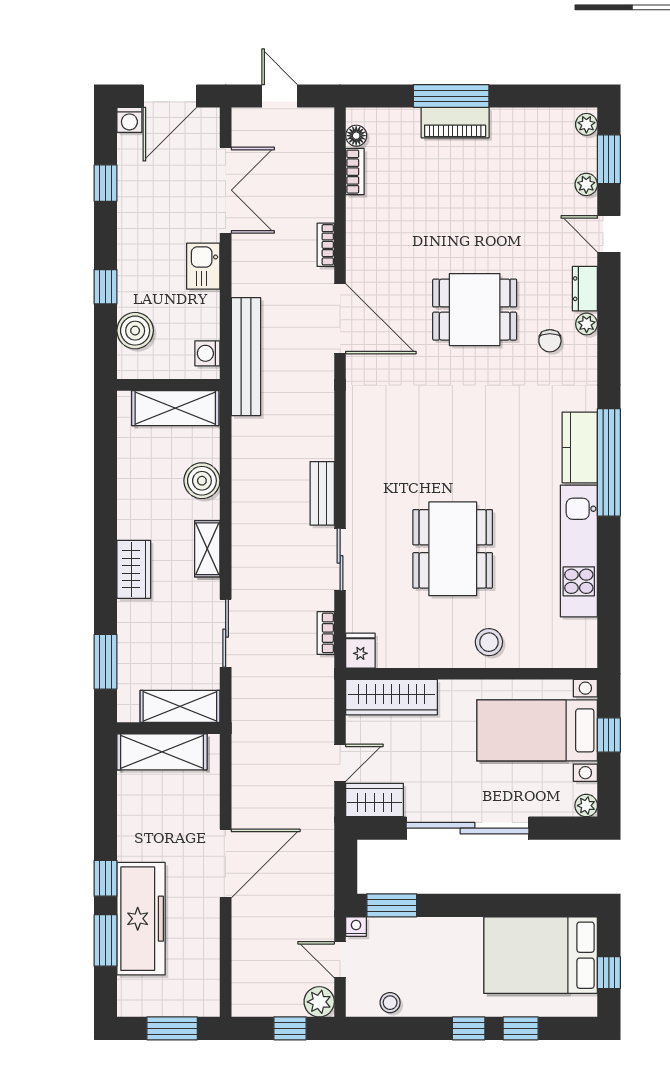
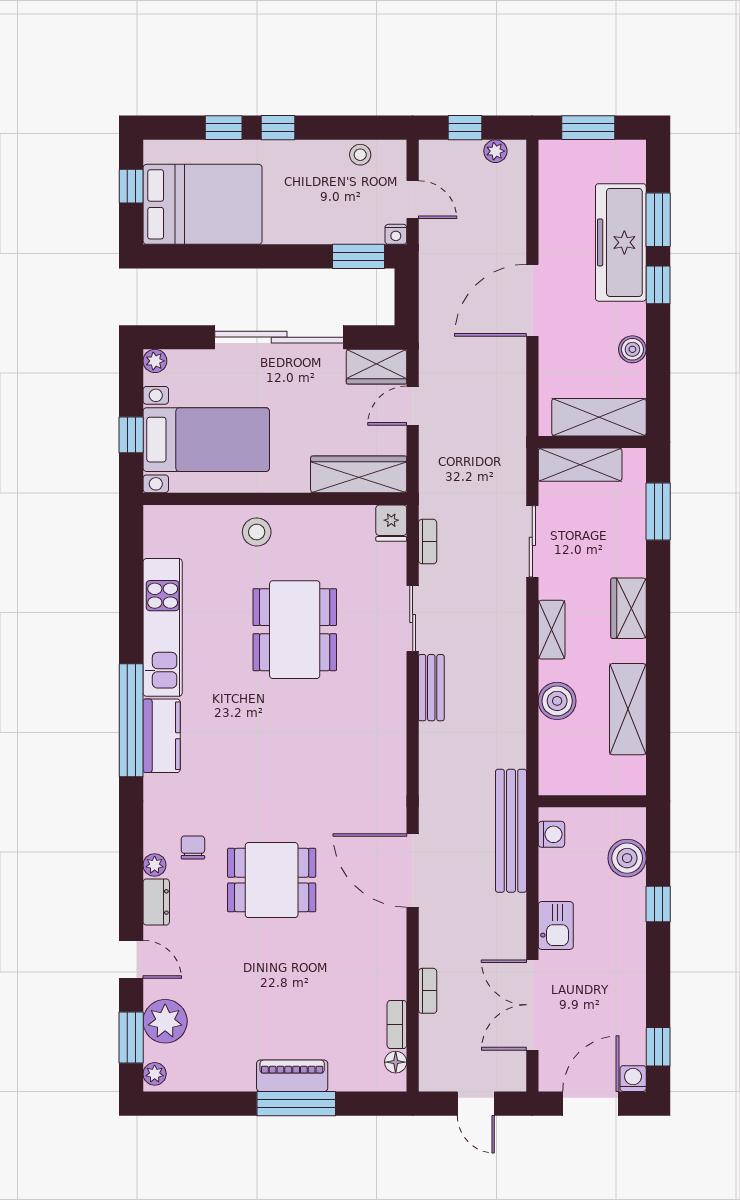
window: (105, 183) -> (658, 1047), moved
plant: (586, 184) -> (165, 1021), width x1.88, depth x1.88
bookcase: (326, 245) -> (428, 991), moved
shelving: (175, 408) -> (628, 709), moved, turned 90
boiler: (130, 817) -> (632, 349), added
plant: (319, 1002) -> (495, 151), moved, width x0.73, depth x0.73

